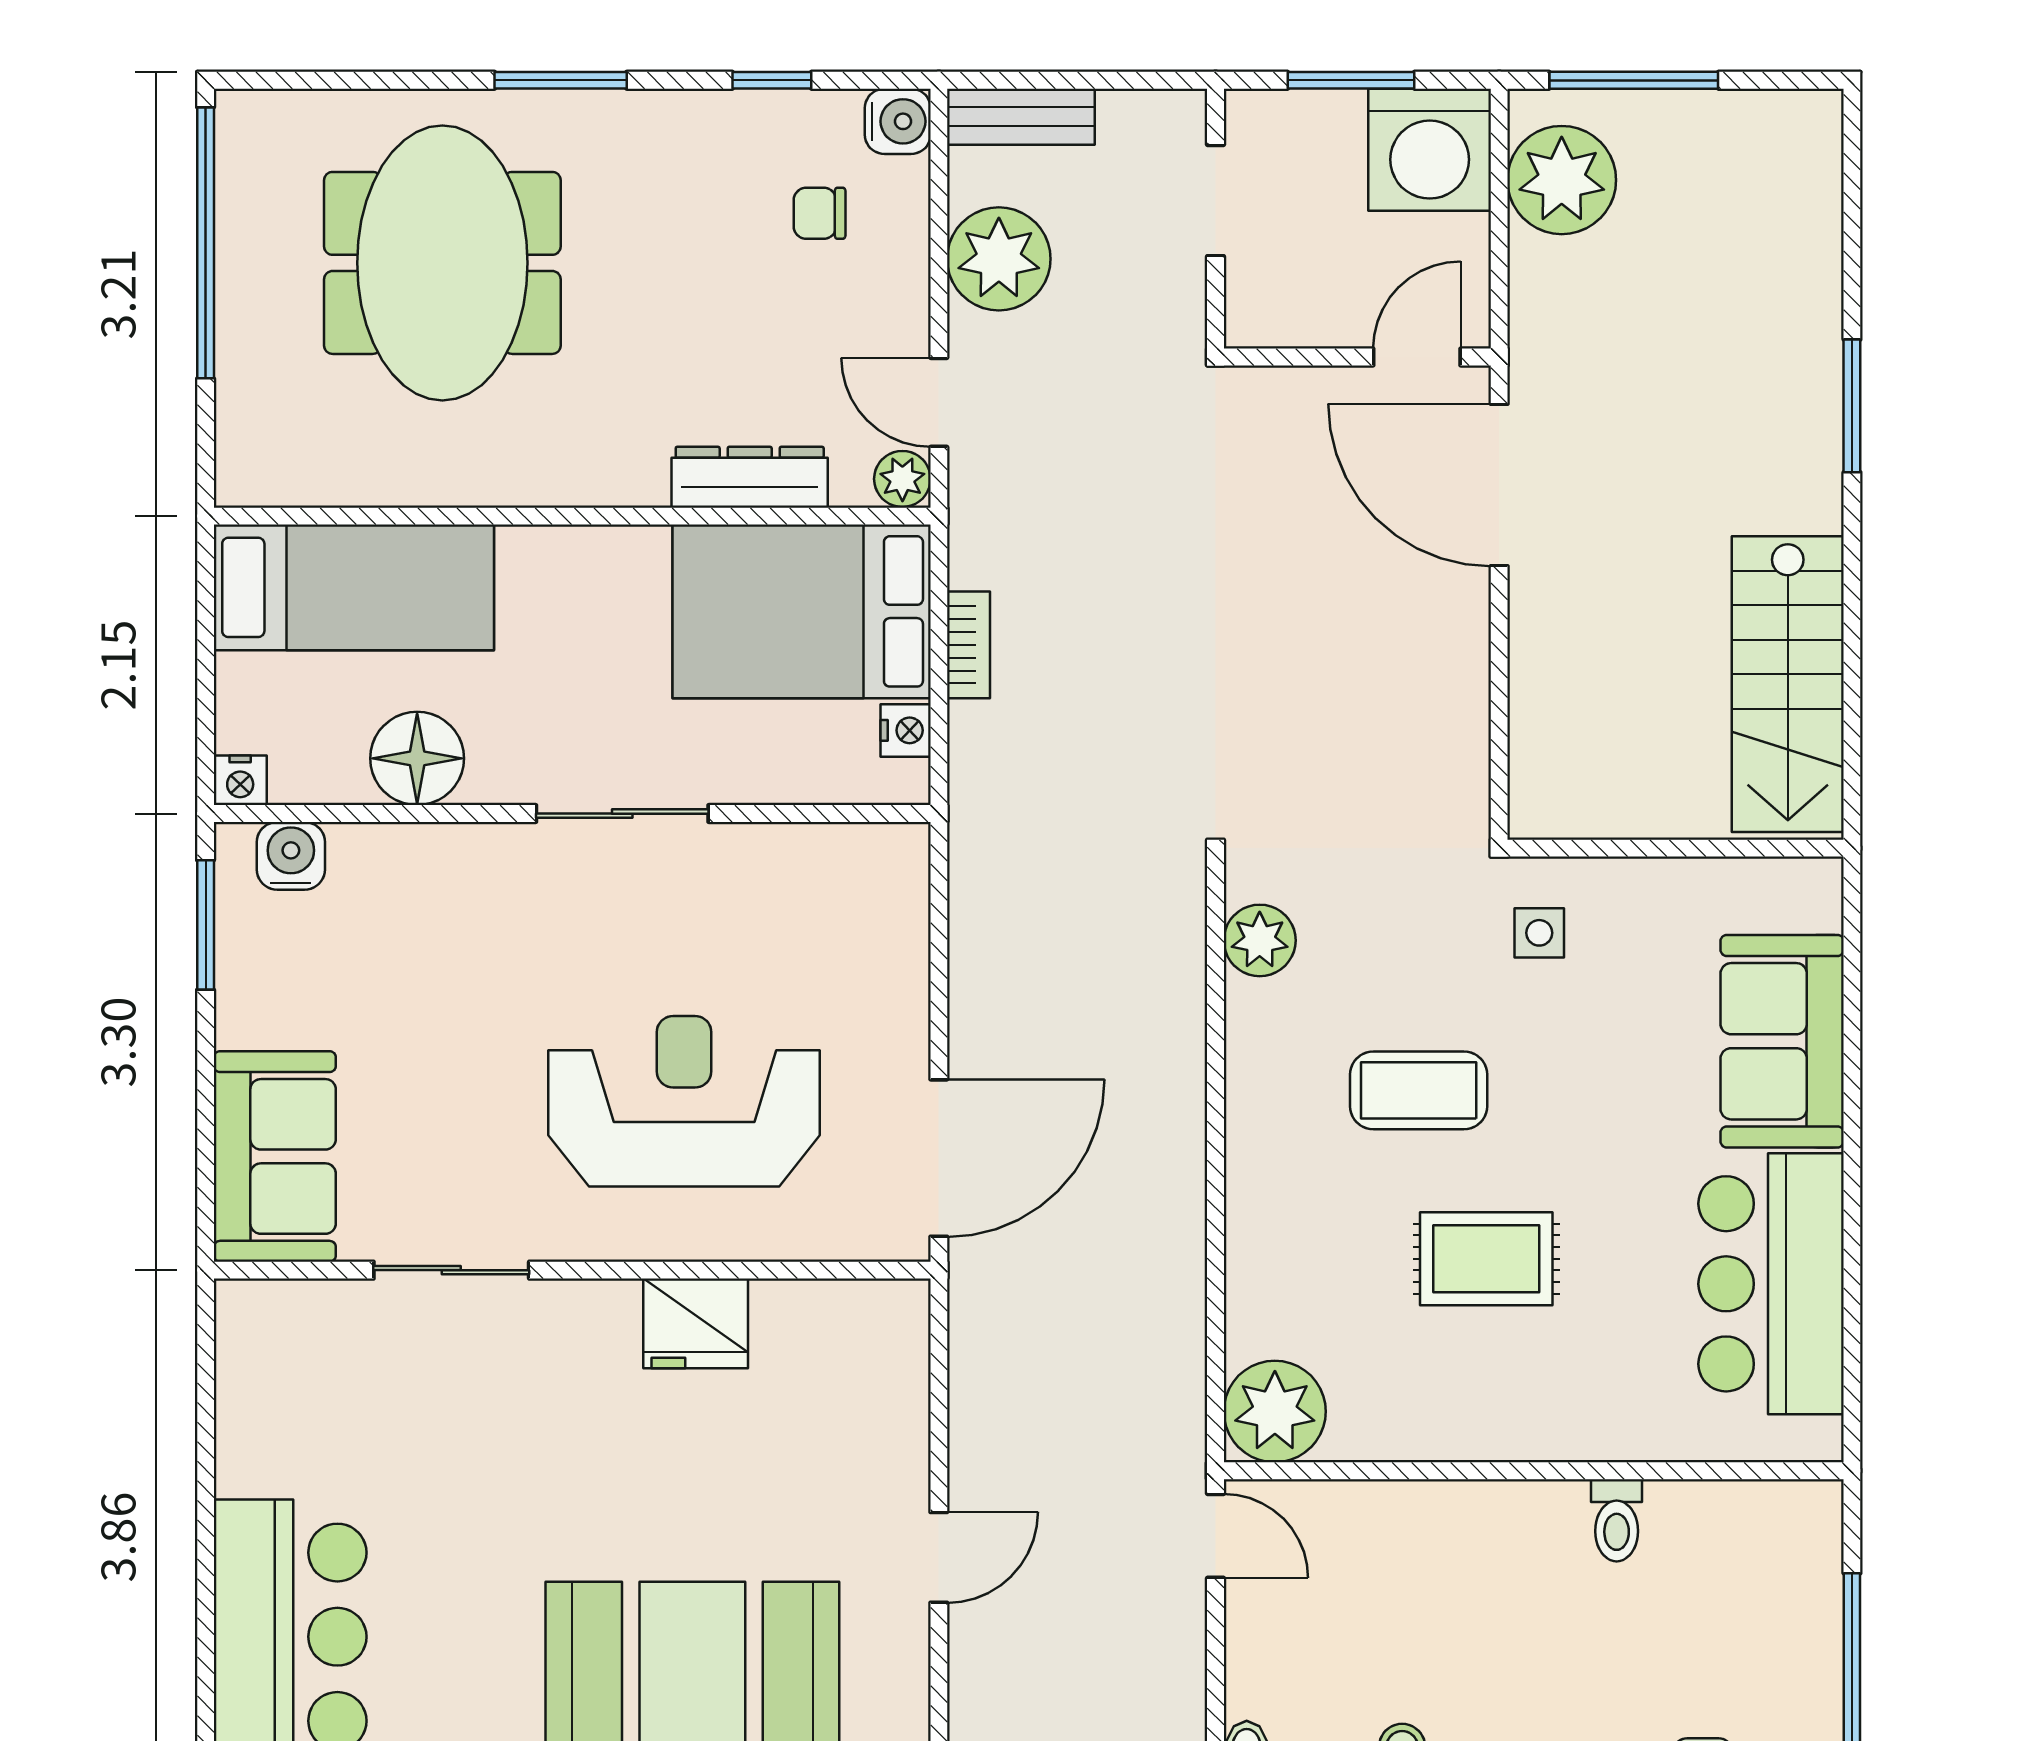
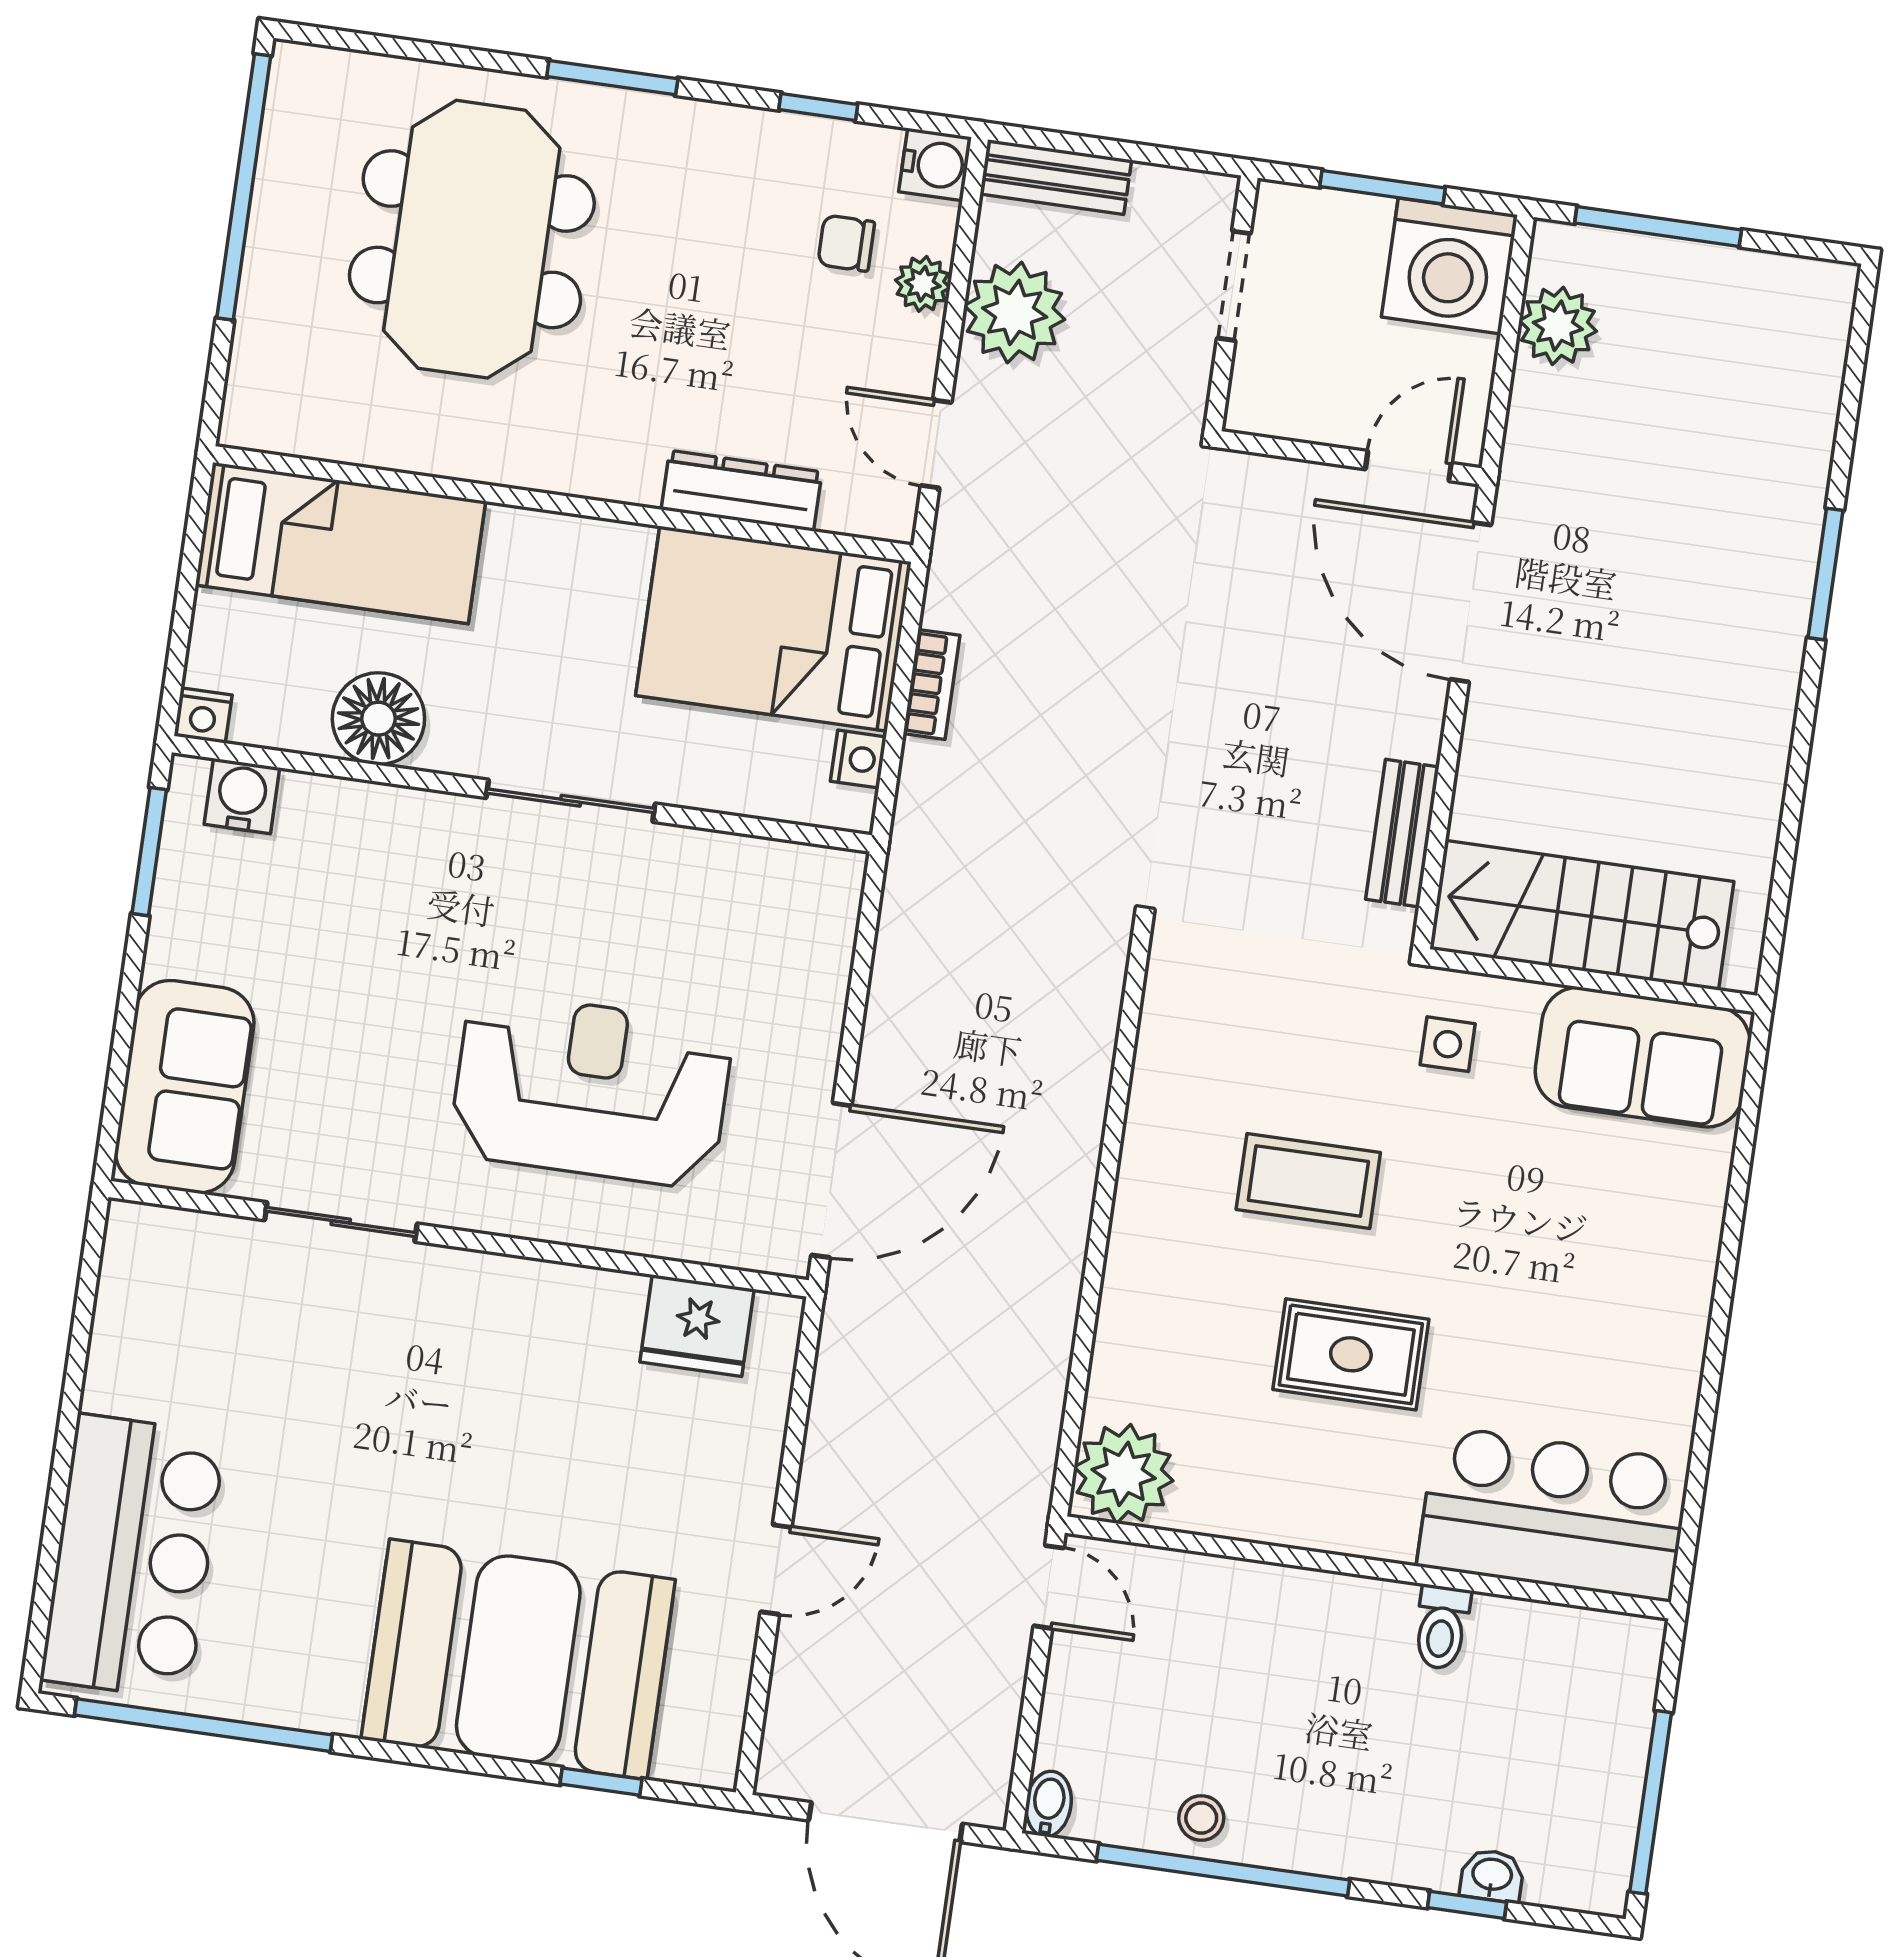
plant: (1562, 180) -> (1558, 326), width x0.73, depth x0.73
plant: (902, 479) -> (923, 284), moved
stairs: (1788, 684) -> (1582, 915), moved, turned 90
bench: (1463, 727) -> (1402, 833), added
plant: (1260, 940) -> (1174, 1013), removed
sofa: (1782, 1041) -> (1643, 1057), moved, turned -90
bar counter: (1771, 1284) -> (1554, 1514), moved, turned 90
fridge: (696, 1323) -> (697, 1326), moved

